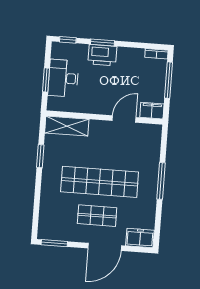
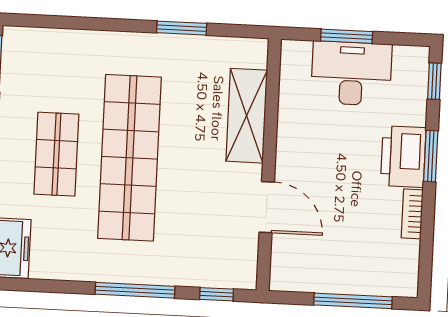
bookcase: (156, 54) -> (412, 214), moved
filing cabinet: (152, 111) -> (286, 267), removed
shelving: (67, 126) -> (247, 116), moved
window: (164, 143) -> (217, 294), added

